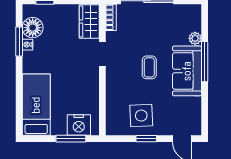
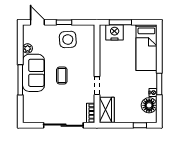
plant: (195, 38) -> (28, 48), moved
window: (19, 42) -> (159, 84), moved

